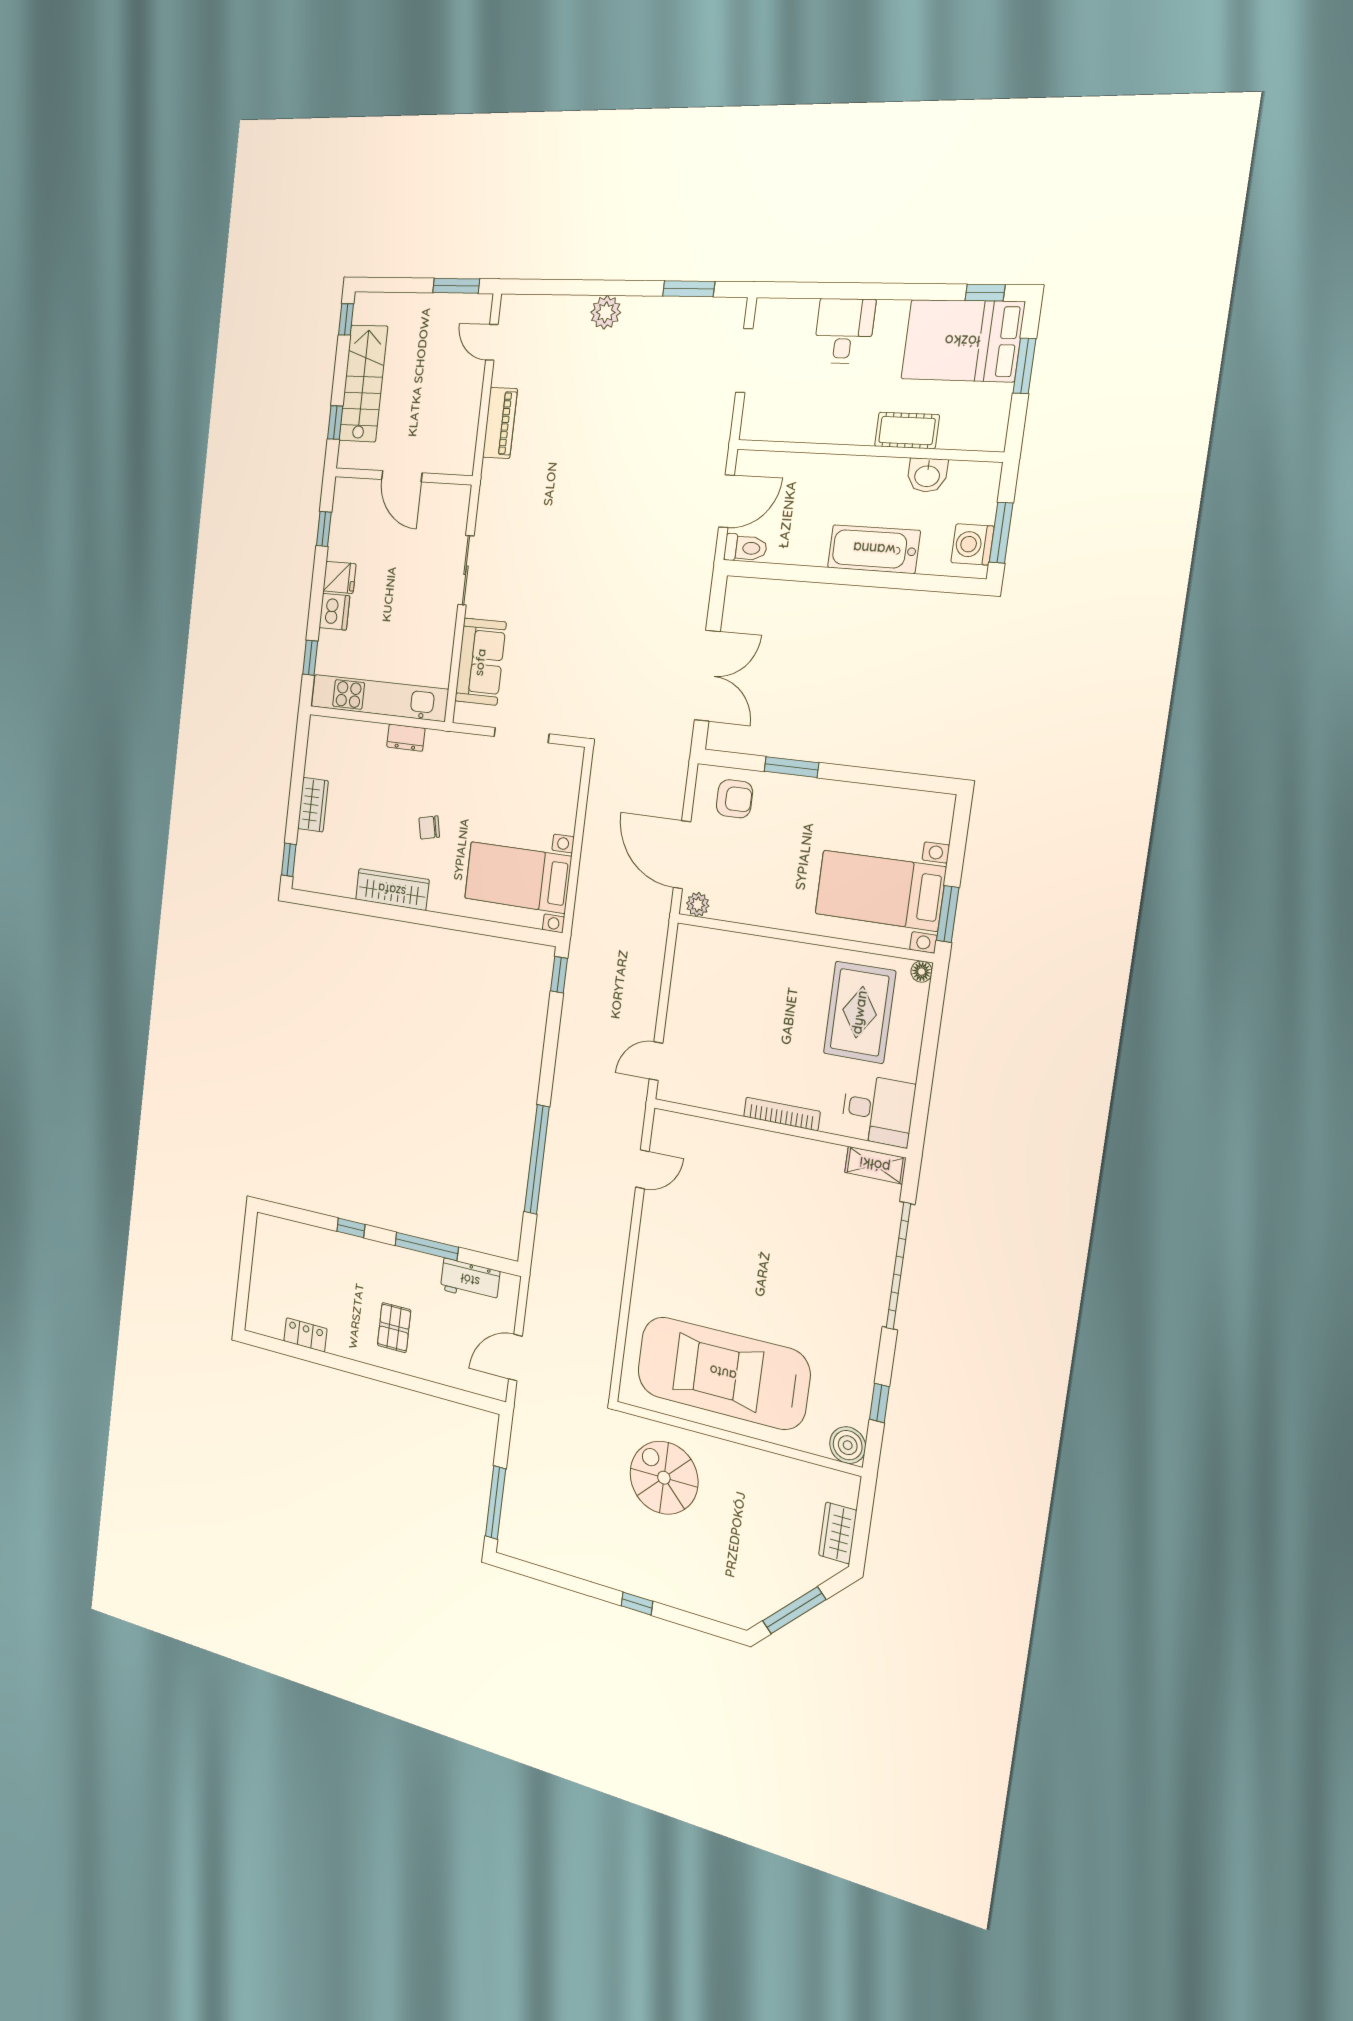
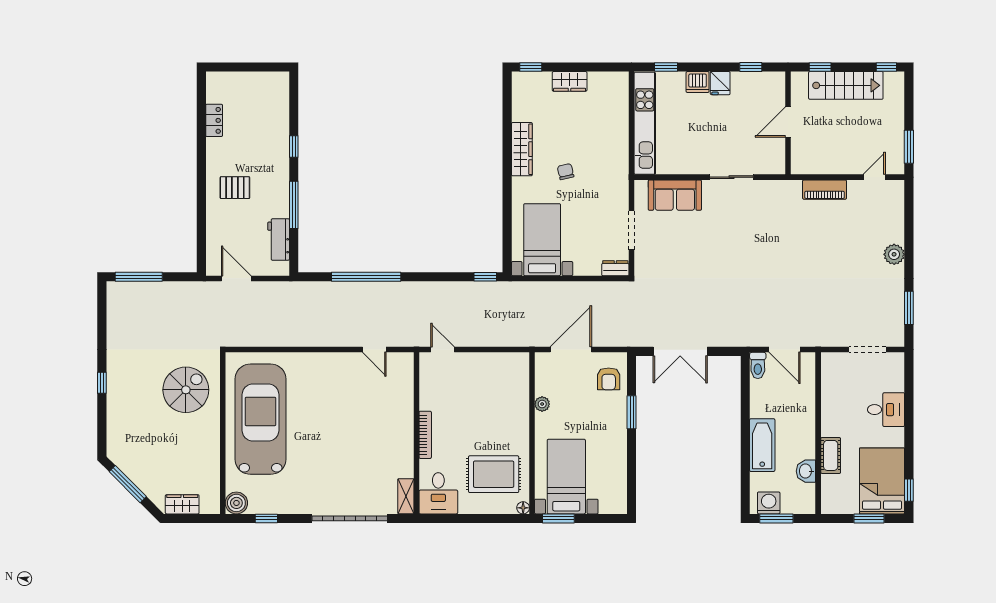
dresser: (406, 738) -> (615, 268), moved, turned 90
plant: (698, 904) -> (542, 404), moved

